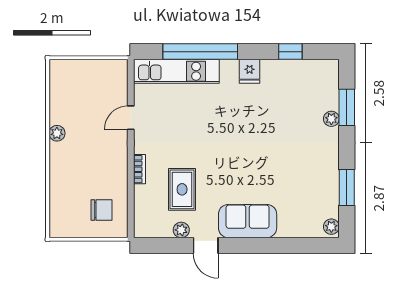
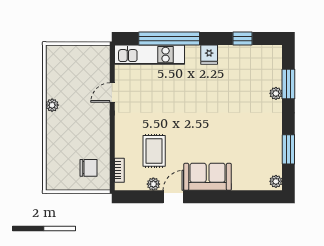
bookcase: (139, 169) -> (119, 170), moved
door: (206, 246) -> (173, 197), swing flipped

